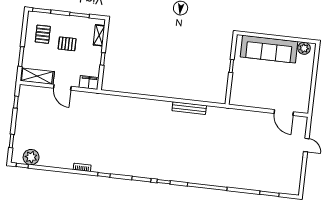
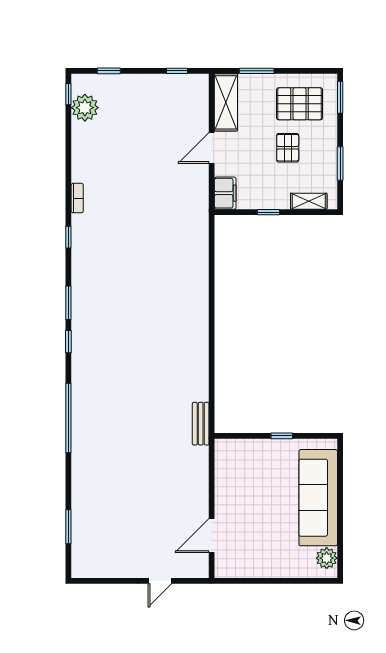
pallet: (43, 34) -> (300, 104), width x1.50, depth x1.42
bench: (189, 108) -> (201, 424), moved, width x0.73

